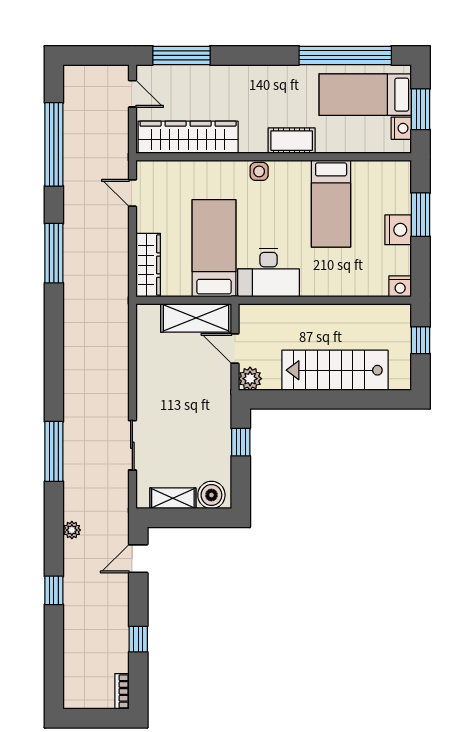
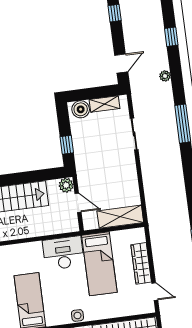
wardrobe: (148, 265) -> (141, 263), moved
shelving: (196, 318) -> (120, 217), moved

